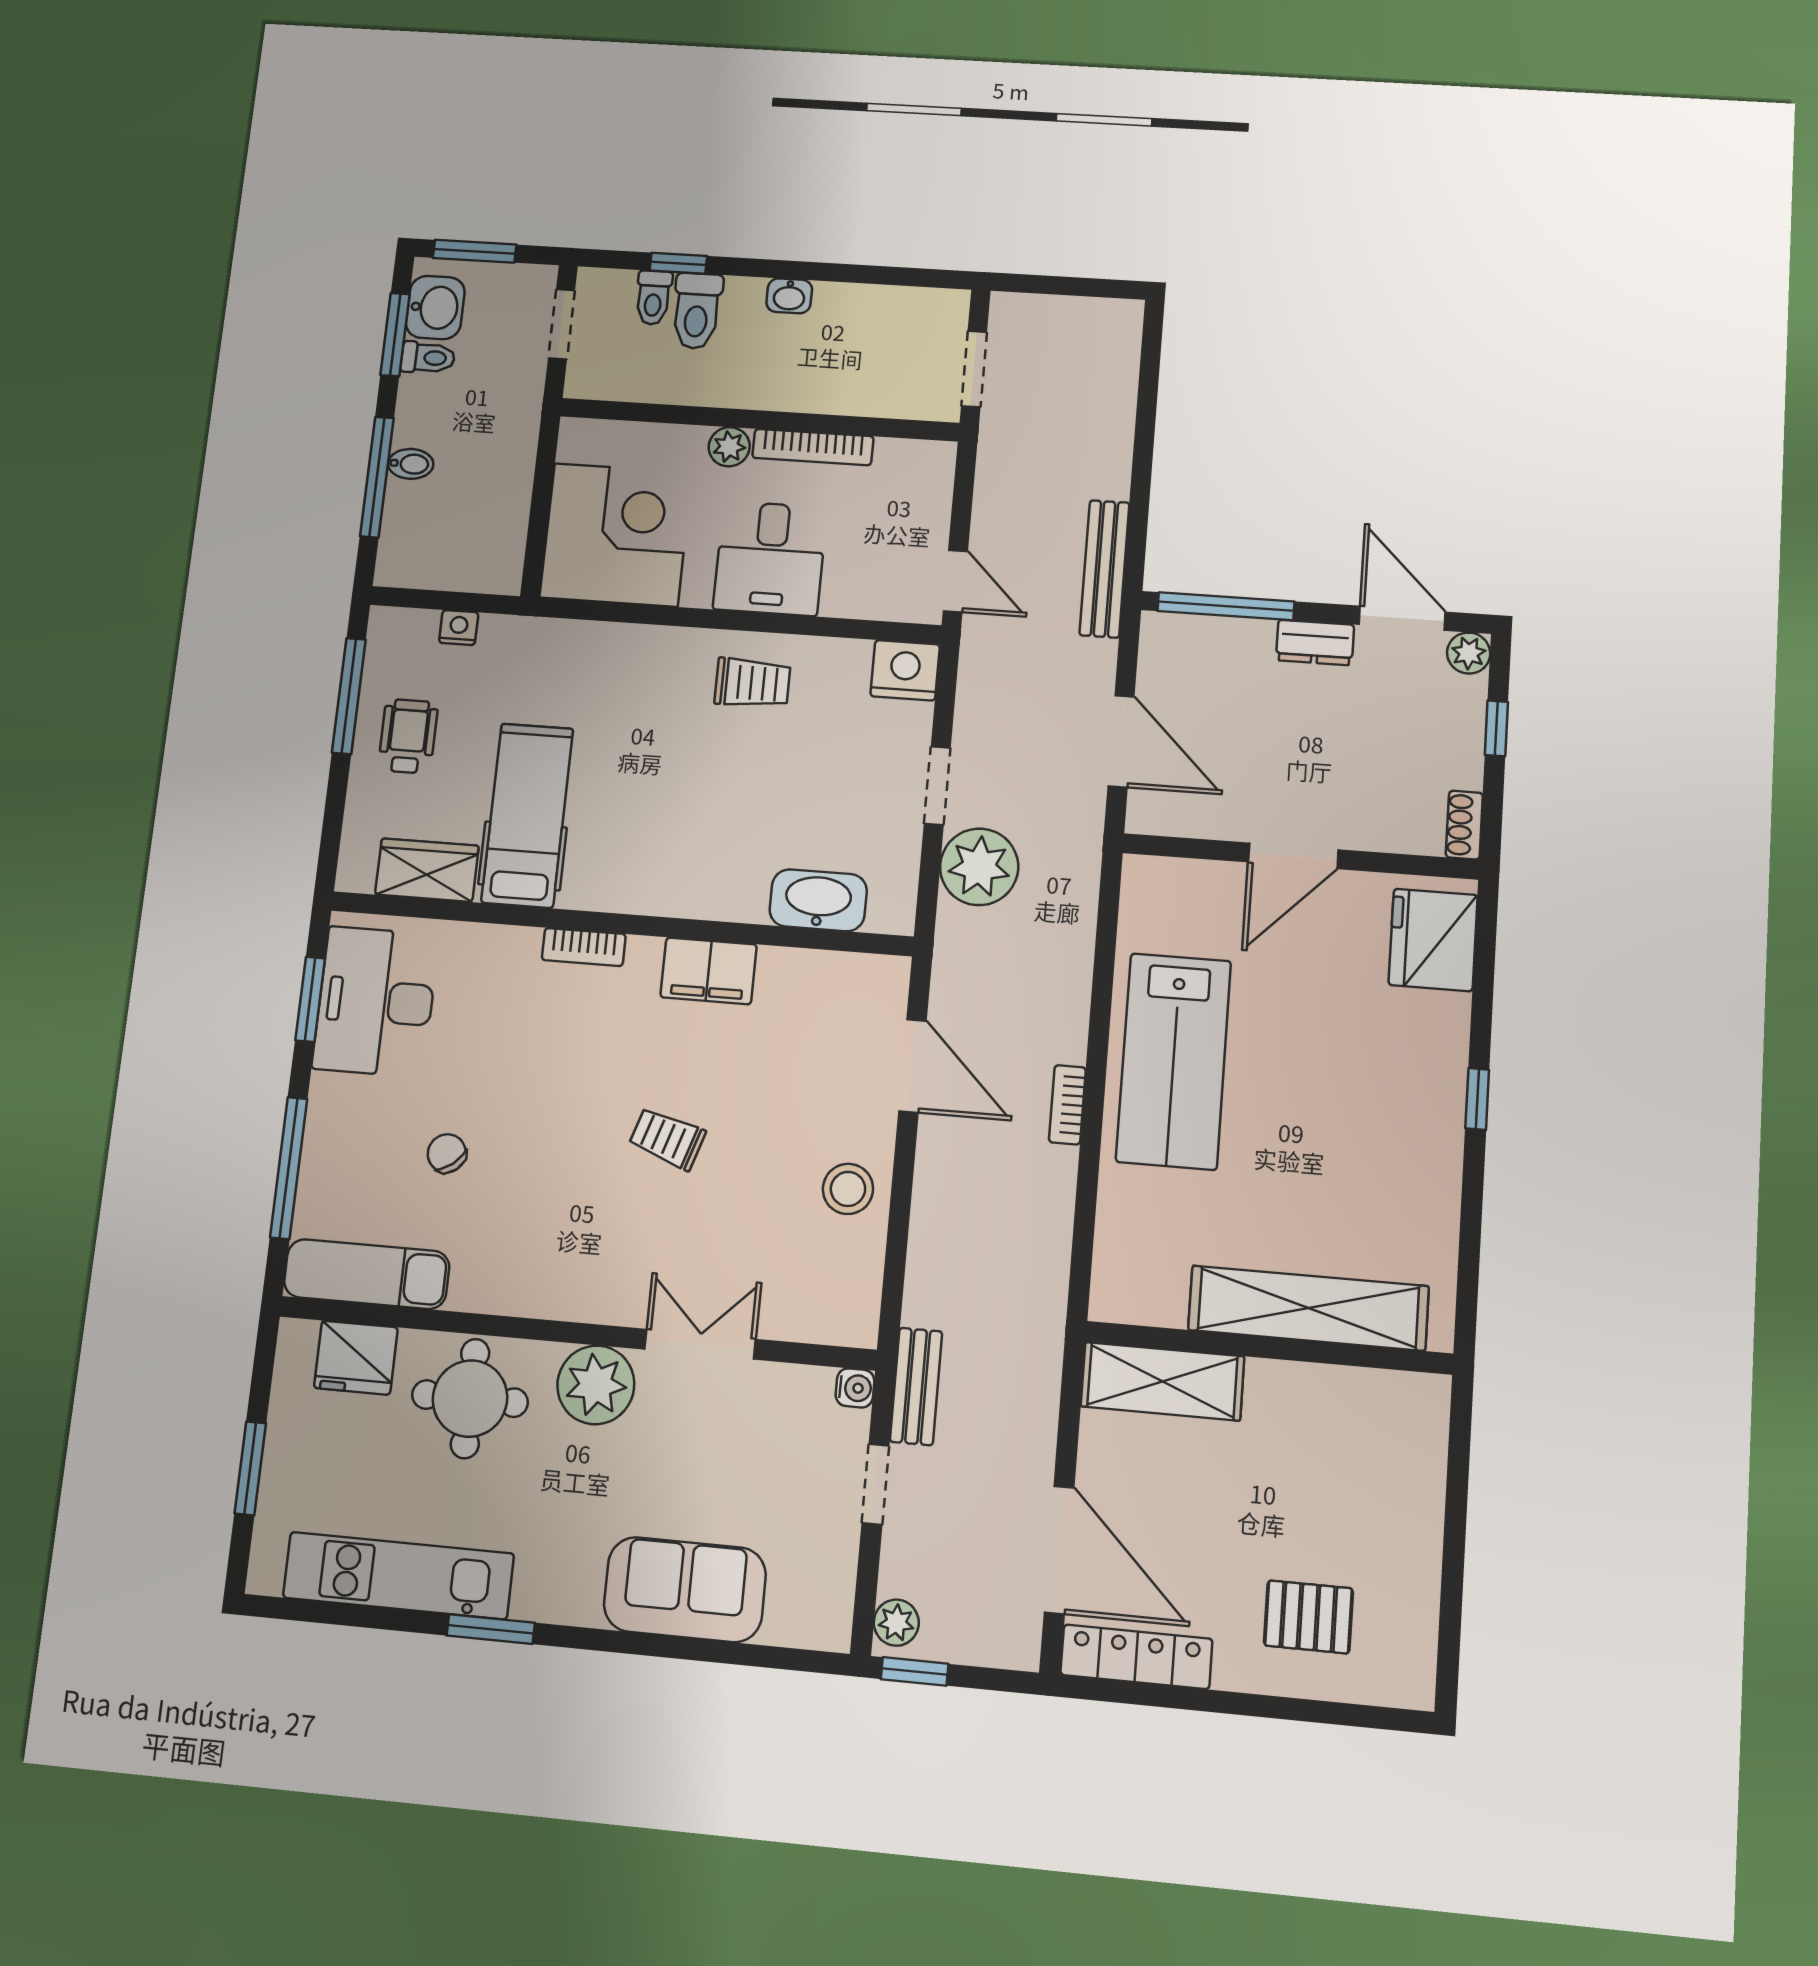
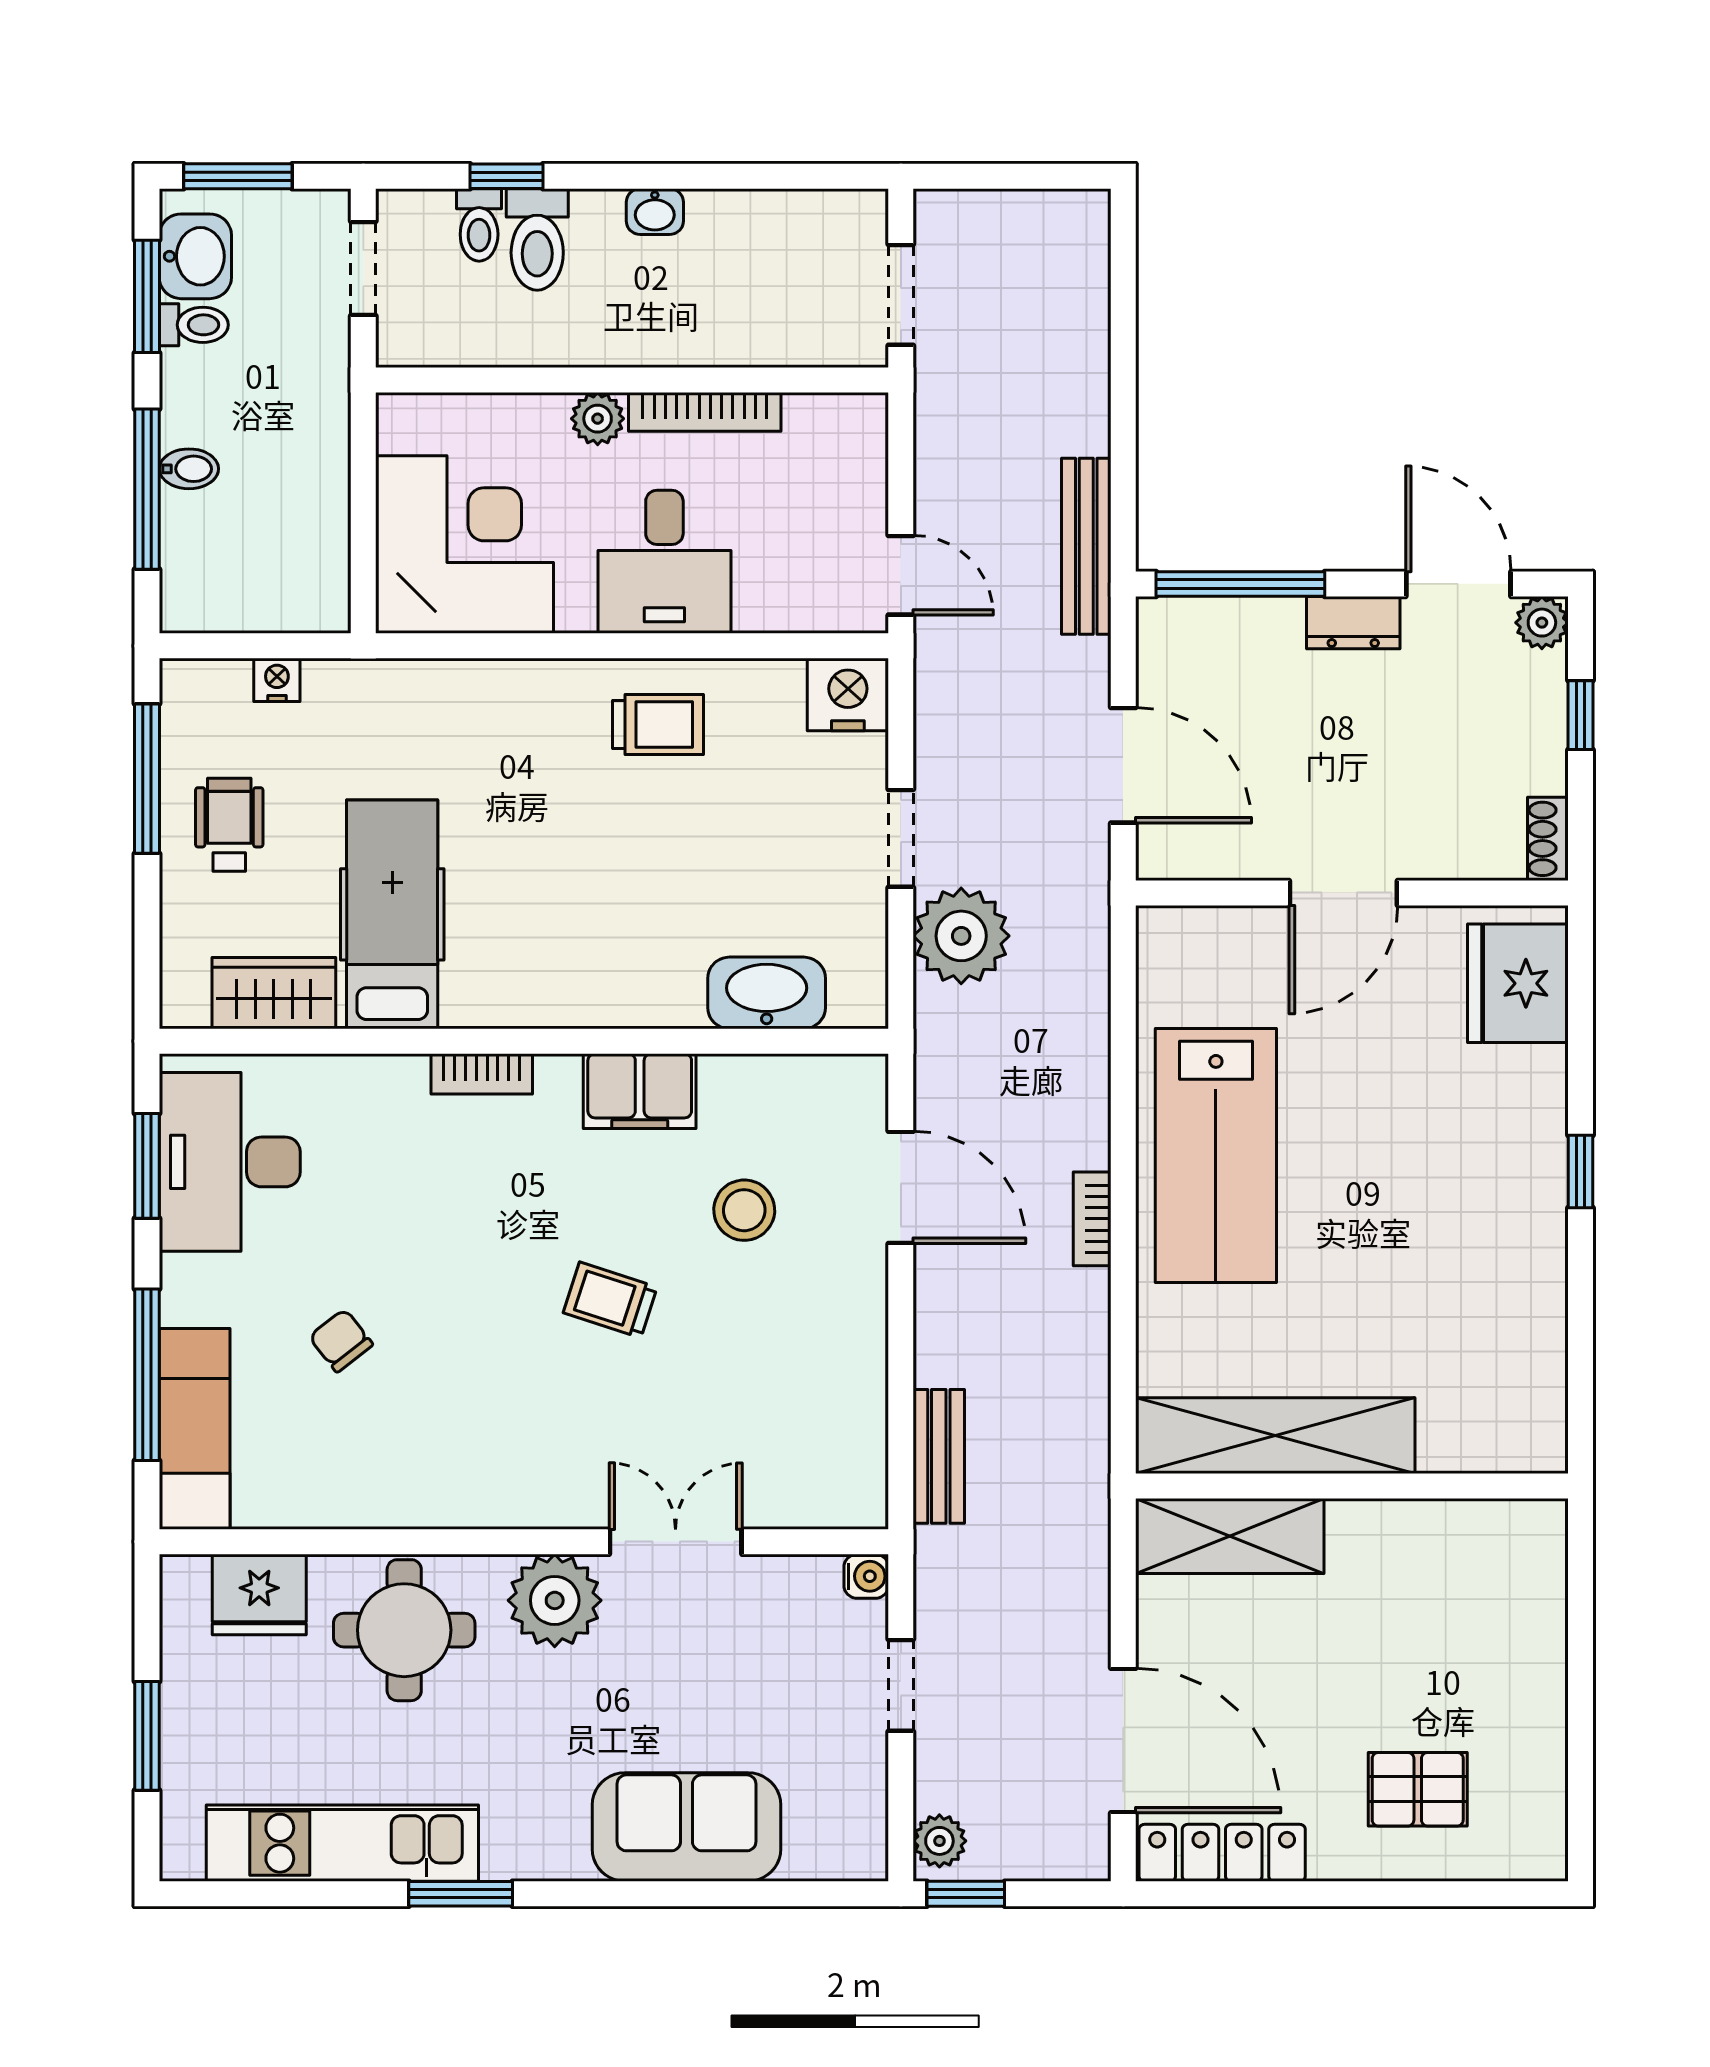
stool: (848, 1189) -> (744, 1210), moved
exam couch: (367, 1274) -> (195, 1429), moved, turned 90
shelving: (1308, 1308) -> (1275, 1436), moved
bench: (916, 1386) -> (939, 1456), moved

